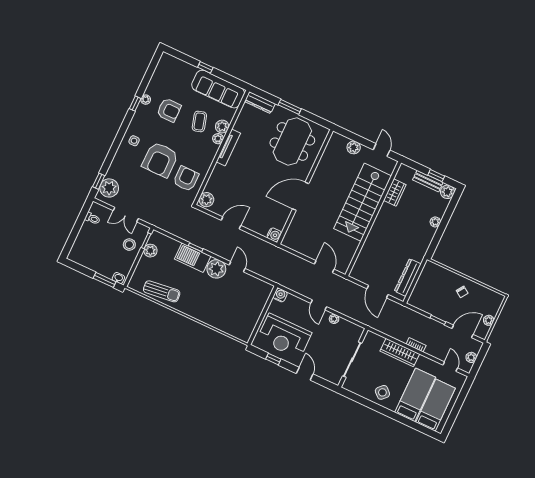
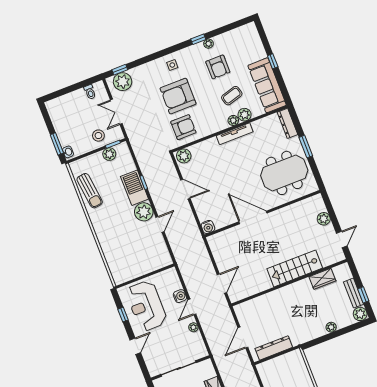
stairs: (363, 202) -> (295, 268), width x0.73, depth x0.66
water cooler: (280, 295) -> (180, 296), moved

